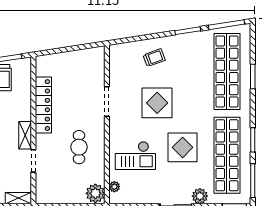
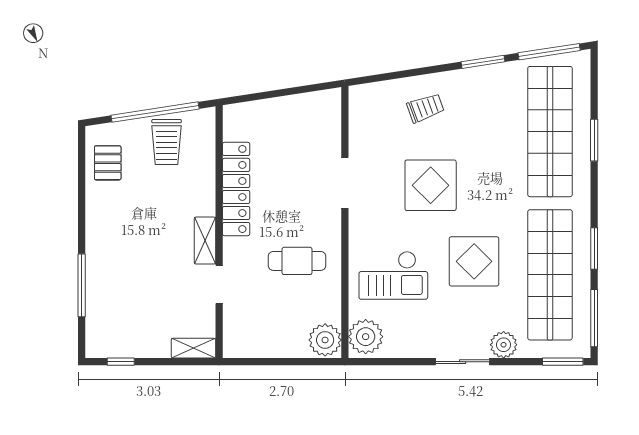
cafe table: (79, 147) -> (297, 261), turned 90
plant: (114, 187) -> (366, 337), width x1.88, depth x1.88

